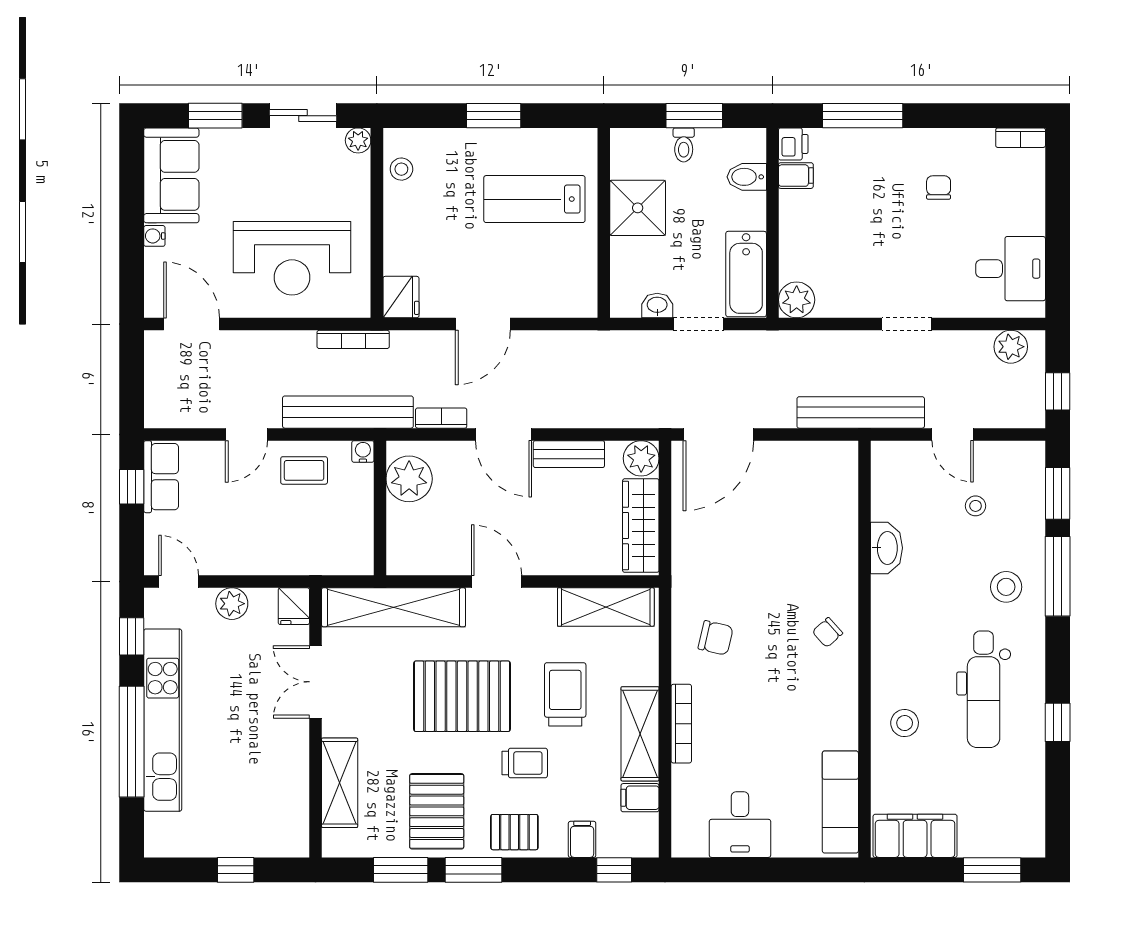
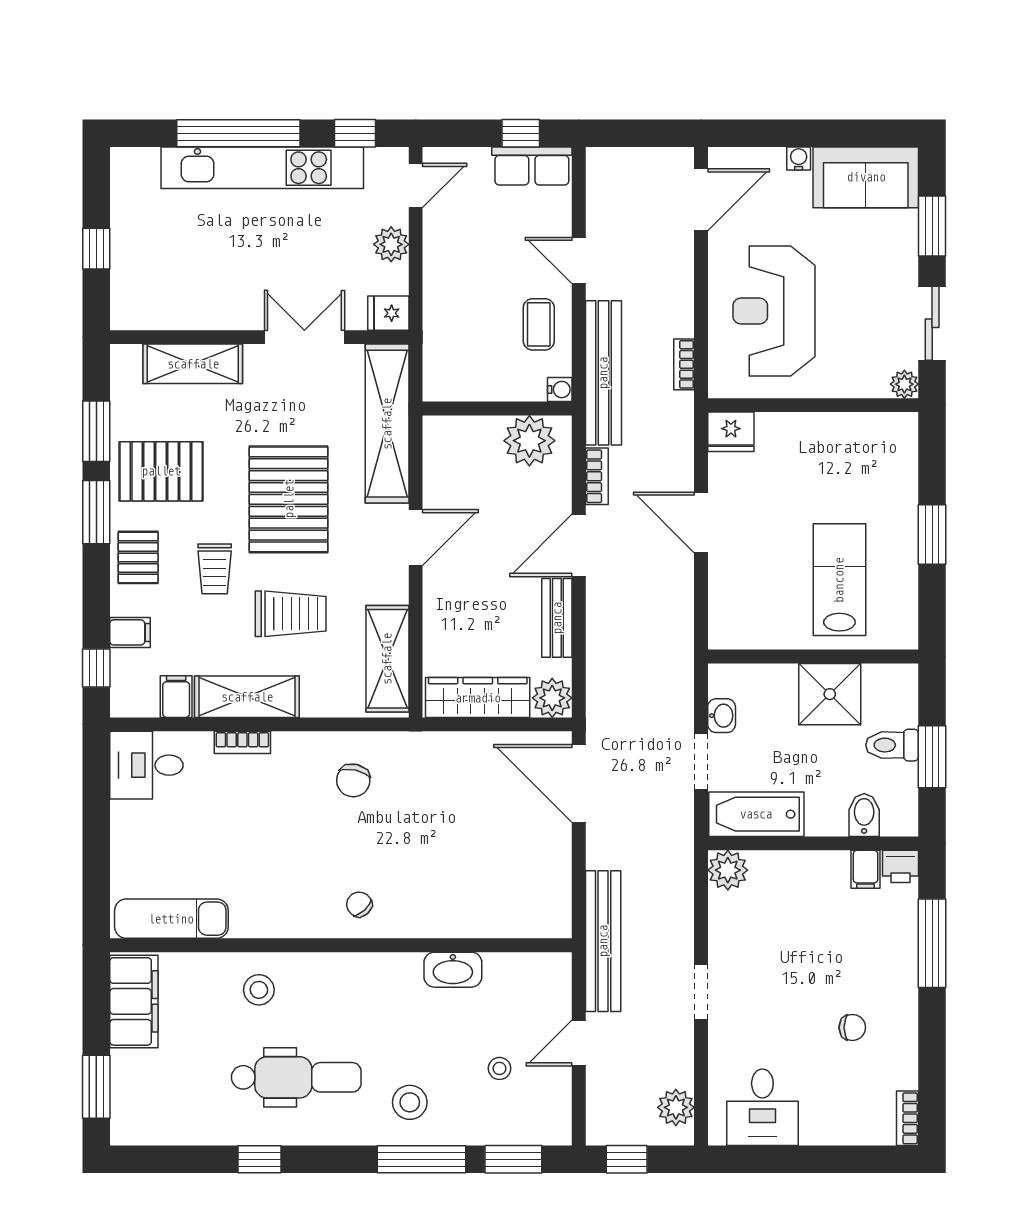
toilet: (684, 145) -> (892, 745), width x1.37, depth x1.39
stool: (401, 169) -> (873, 432), removed
bookcase: (353, 339) -> (684, 364), width x0.64
dental chair: (984, 689) -> (296, 1077), turned 180
bookcase: (681, 724) -> (242, 742), width x0.64
desk: (740, 825) -> (146, 765), moved

